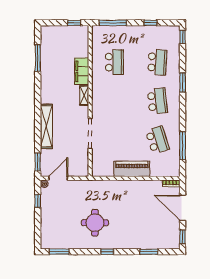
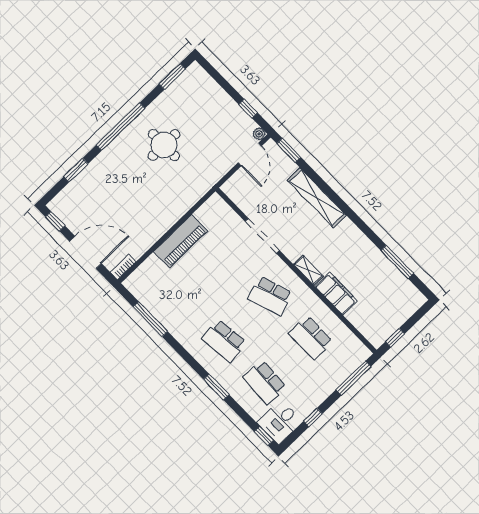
desk: (168, 36) -> (280, 422), added
school desk: (157, 140) -> (270, 296), moved
window: (107, 252) -> (121, 127), width x3.17

